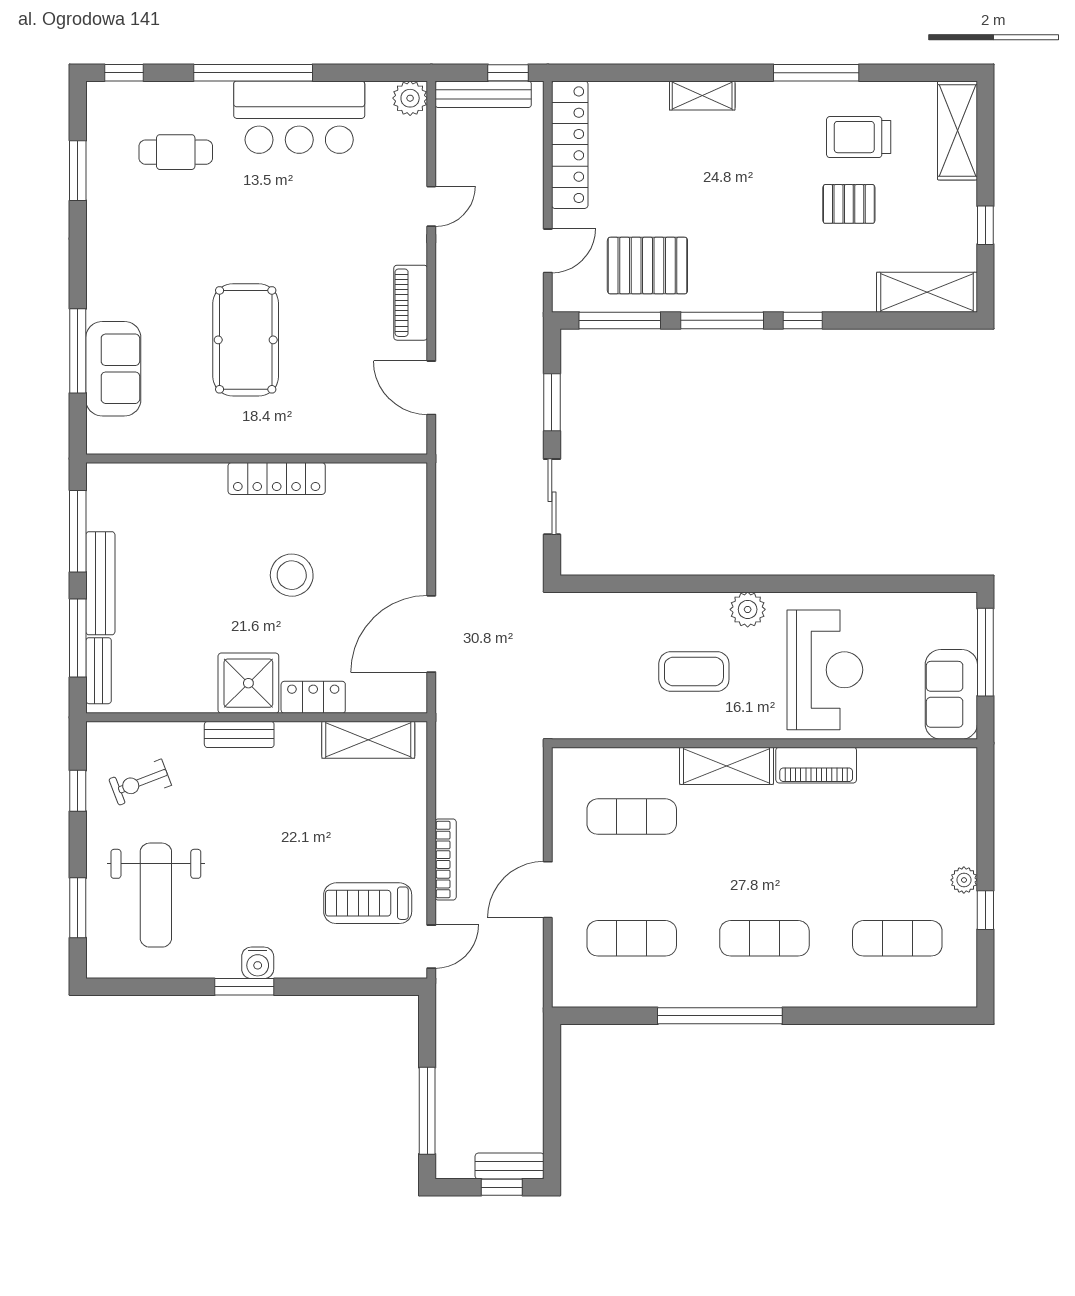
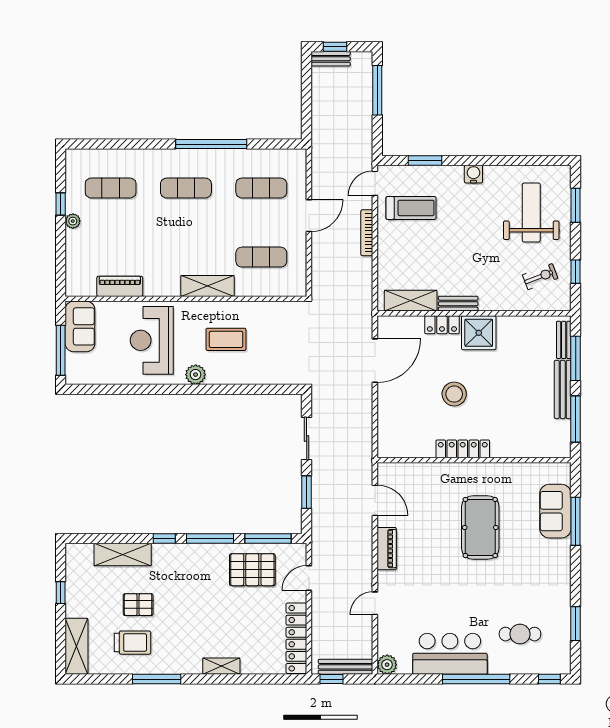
shelving: (927, 292) -> (123, 555), moved
bench: (239, 734) -> (458, 304), moved
piano: (816, 765) -> (120, 286), moved
window: (244, 987) -> (425, 161), moved

